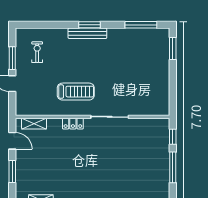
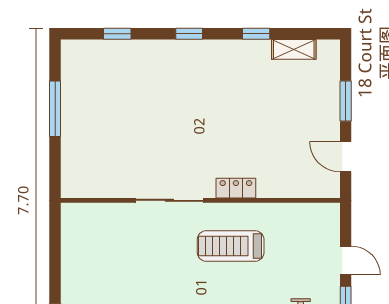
shelving: (34, 124) -> (306, 188), removed
window: (173, 137) -> (55, 164), removed

